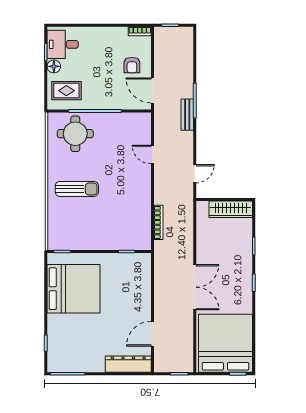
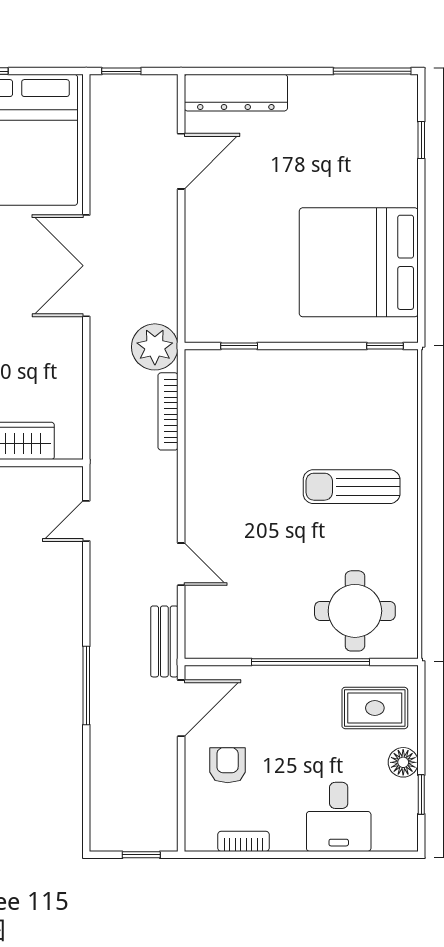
bookcase: (140, 31) -> (243, 841), moved
desk: (63, 44) -> (339, 817), moved, turned 90
door: (153, 90) -> (181, 708), hinge flipped
bench: (187, 115) -> (164, 641), moved
plant: (164, 251) -> (155, 347), added

